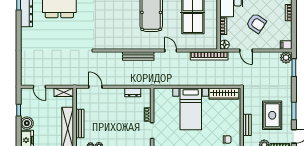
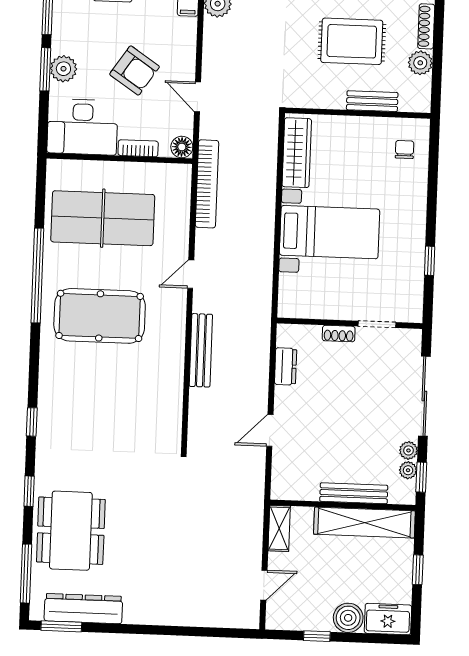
armchair: (256, 23) -> (135, 70), turned 90
door: (246, 50) -> (197, 97), swing flipped
door: (95, 87) -> (270, 430), moved

